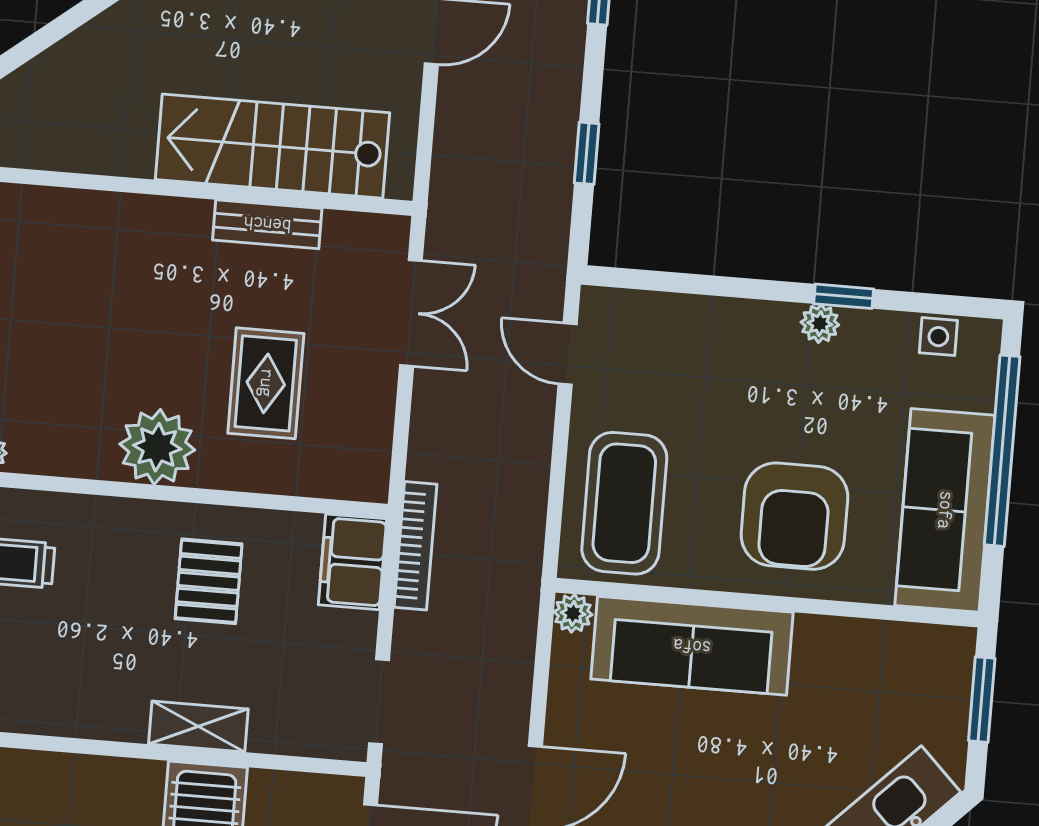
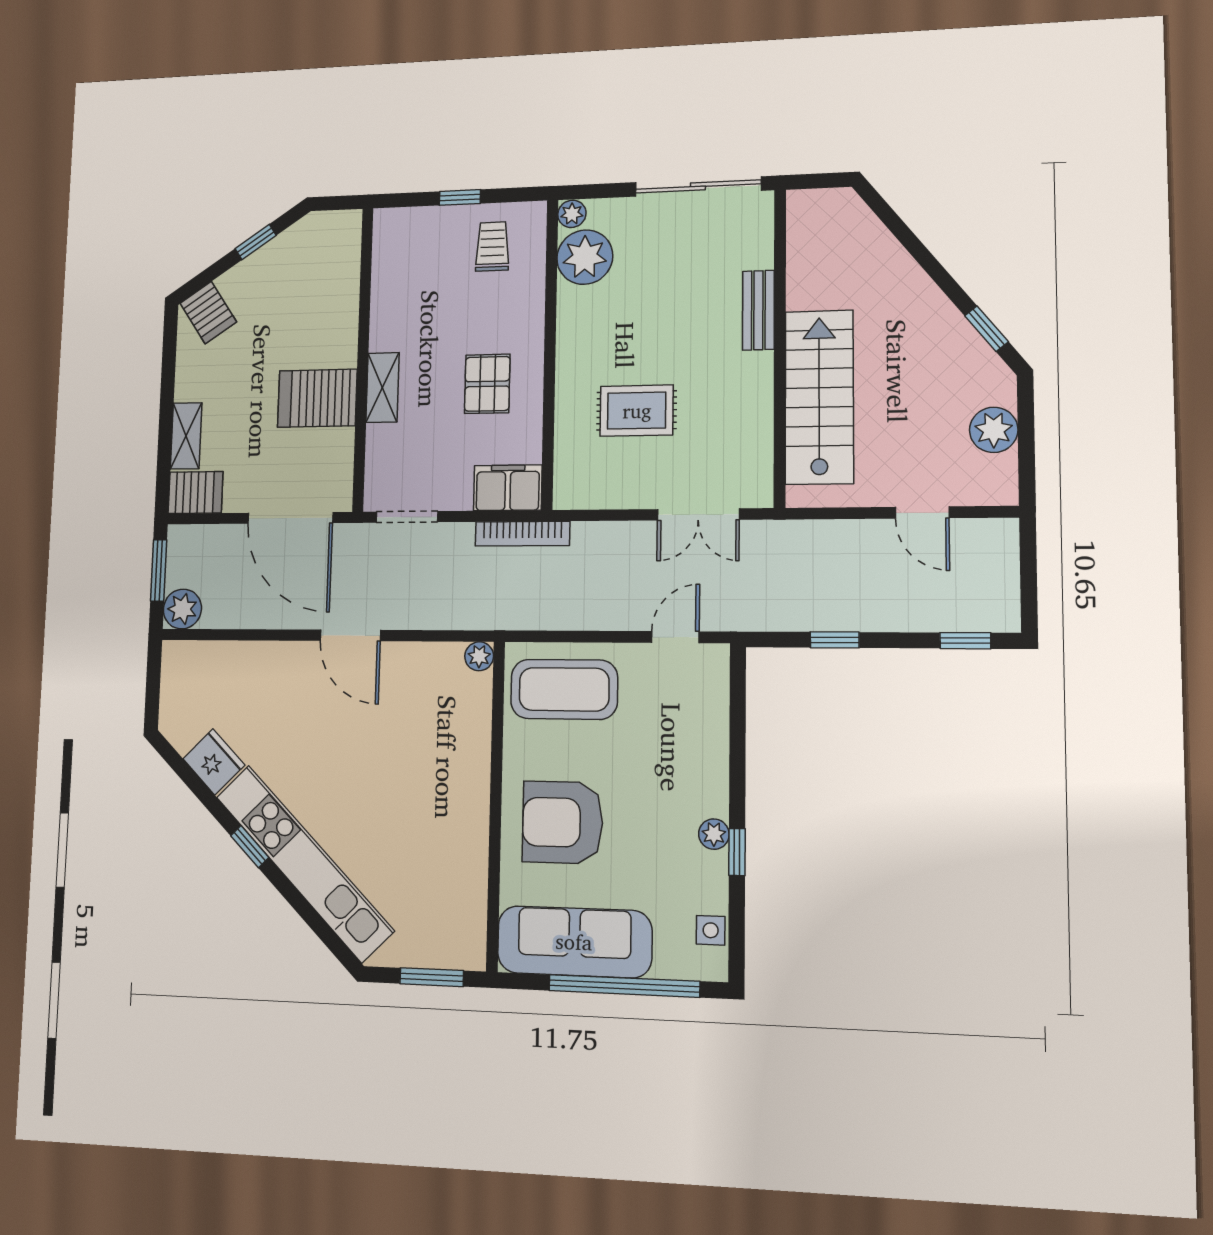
bench: (267, 224) -> (758, 310), moved
plant: (157, 447) -> (585, 257), moved
pallet: (209, 581) -> (487, 384), turned 90
sofa: (692, 646) -> (460, 749), removed

